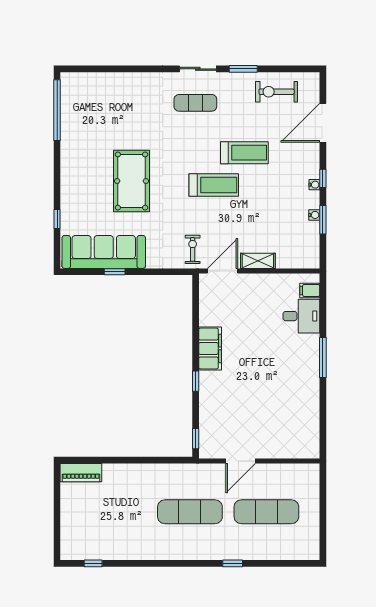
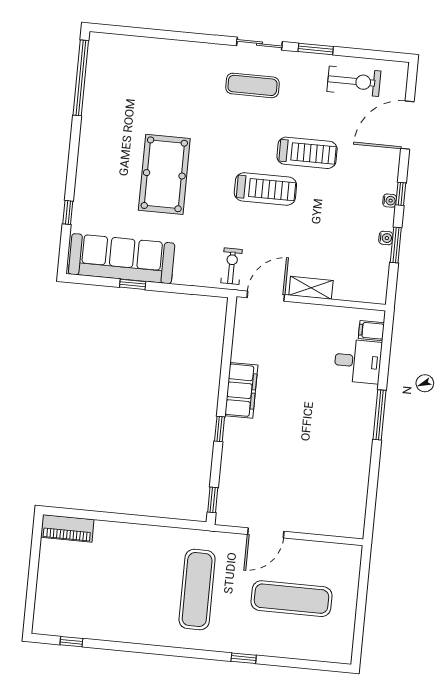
exercise bike: (277, 92) -> (354, 81), turned 180
exercise mat: (190, 512) -> (197, 590), turned 90

